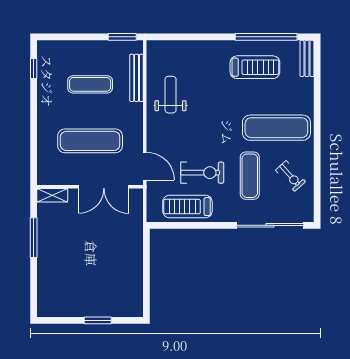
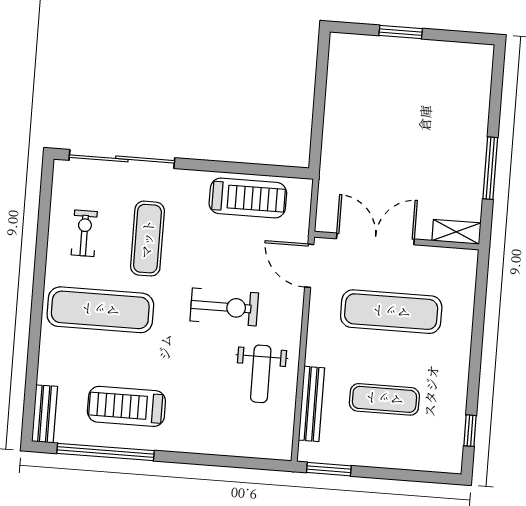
exercise bike: (202, 173) -> (224, 307), moved, turned 180
exercise bike: (290, 176) -> (84, 233), turned 42

